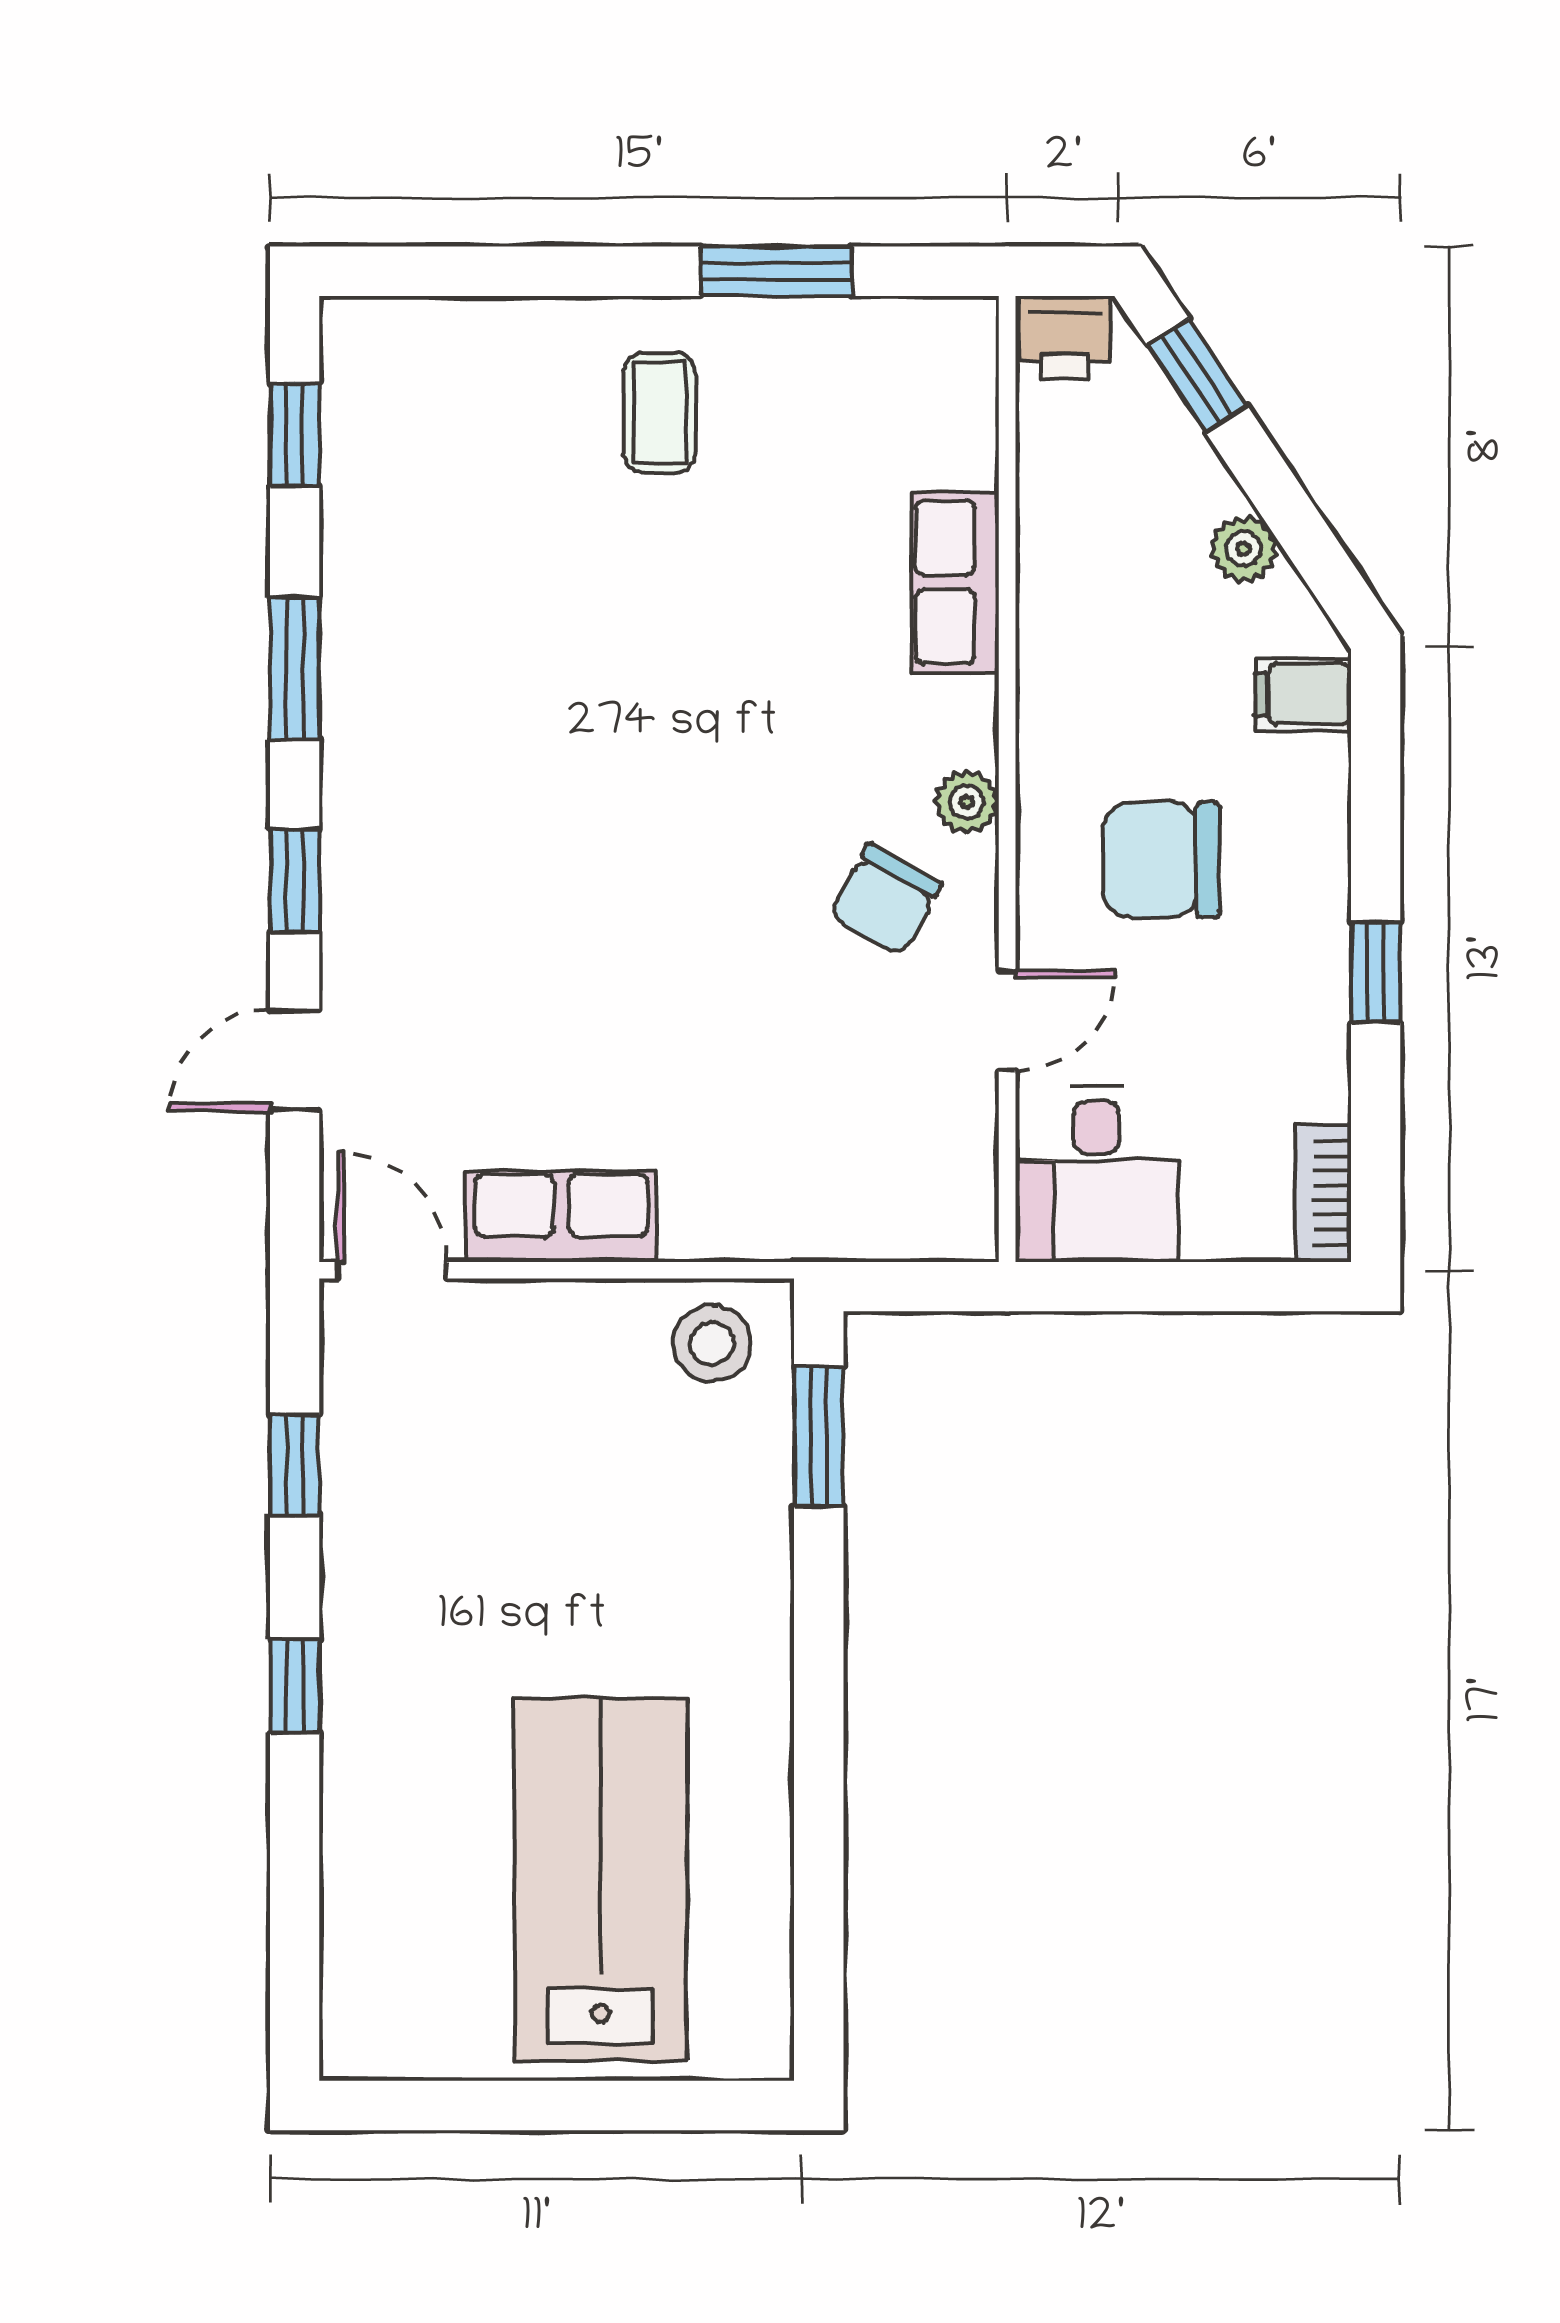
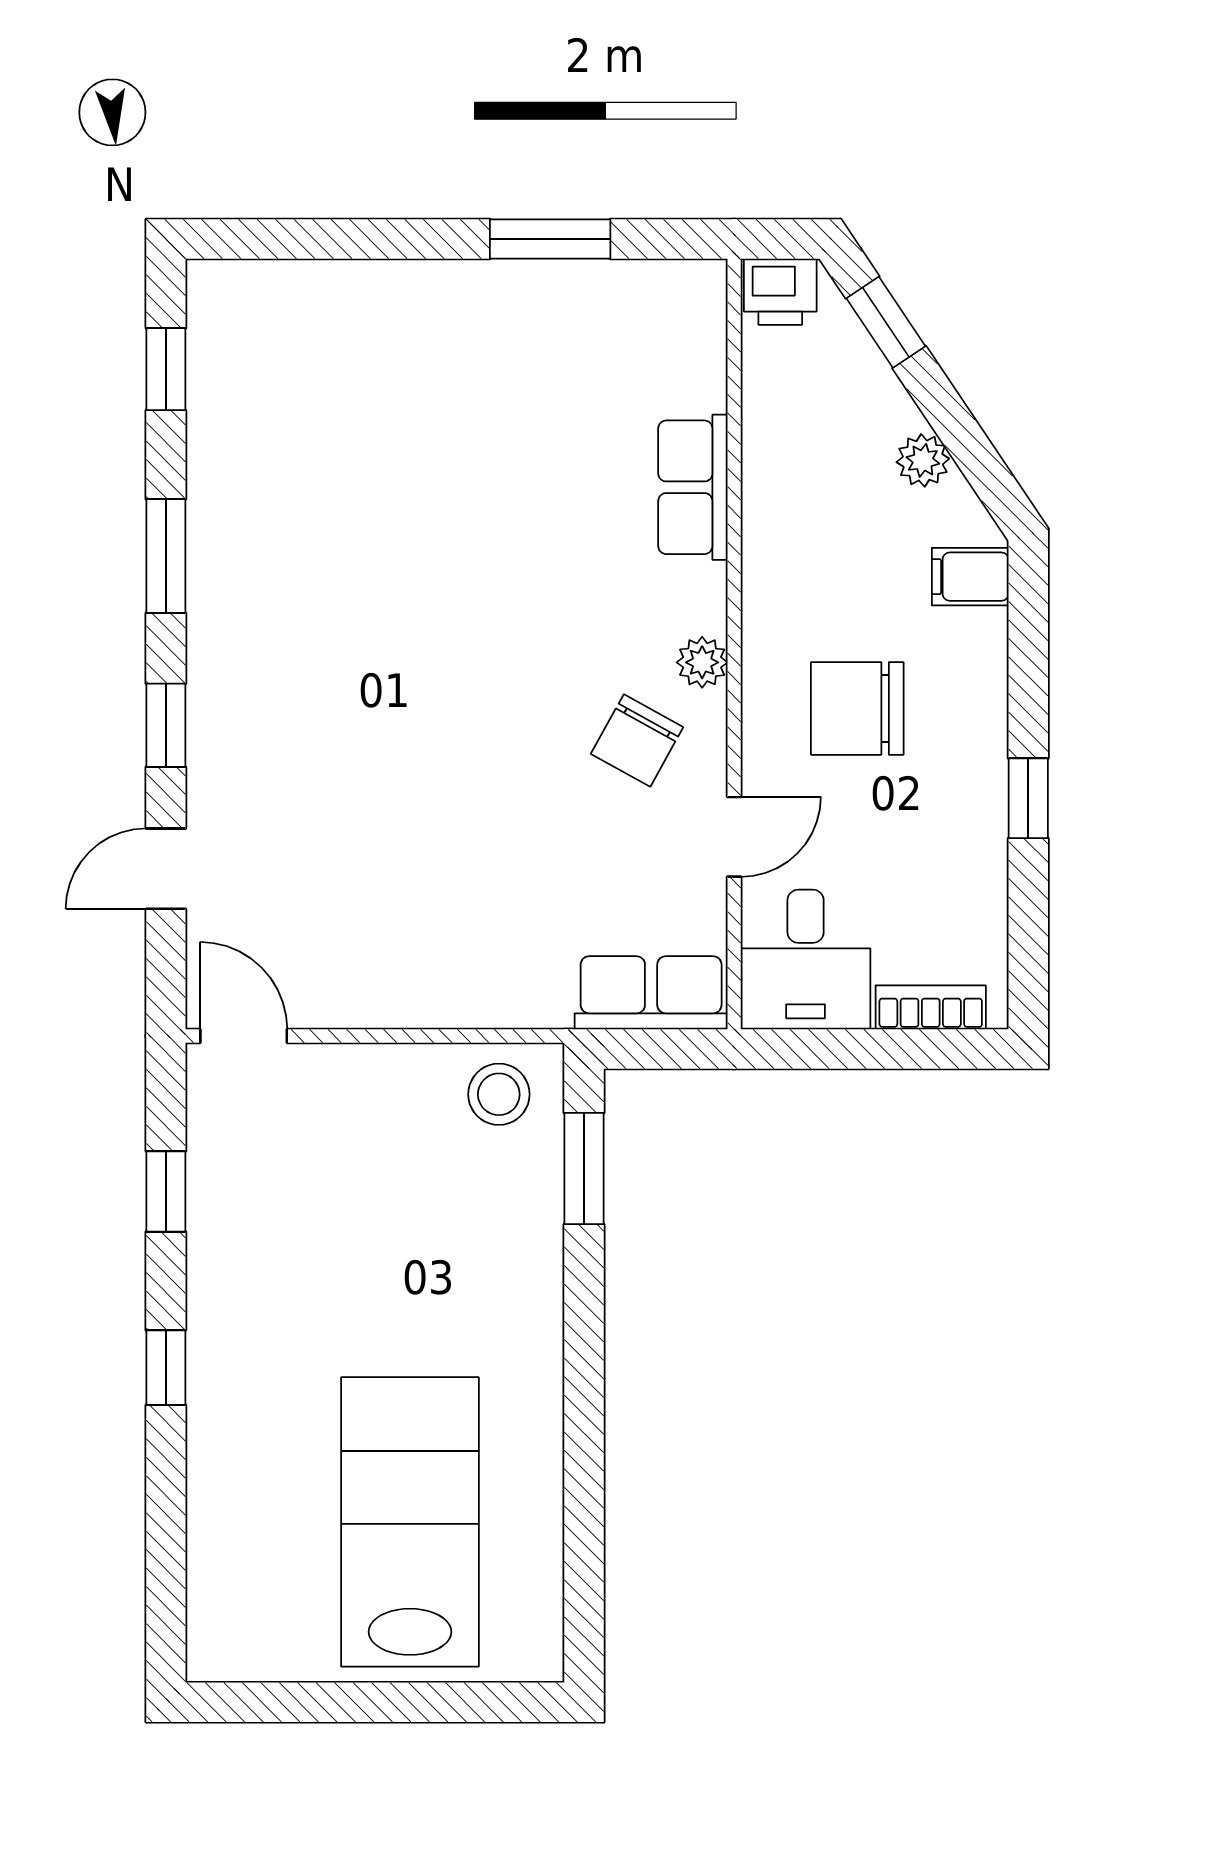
coffee table: (660, 413) -> (457, 352), removed
bookcase: (1323, 1193) -> (931, 1007), moved, turned 90
row of seats: (561, 1216) -> (651, 993), moved

